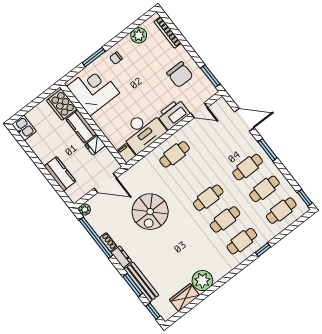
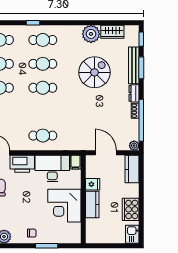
corner desk: (93, 90) -> (64, 206), moved
cooker: (62, 105) -> (131, 209), moved, turned 180
kitchen counter: (60, 174) -> (132, 169), moved
spiral stairs: (150, 212) -> (94, 72), moved

